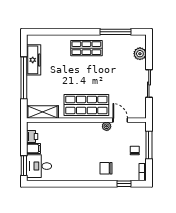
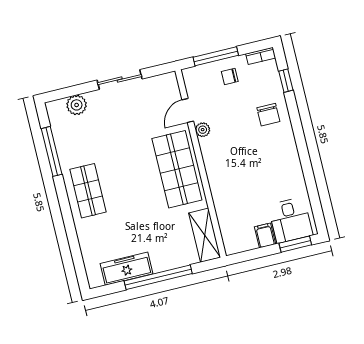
printer: (32, 136) -> (247, 242), removed

